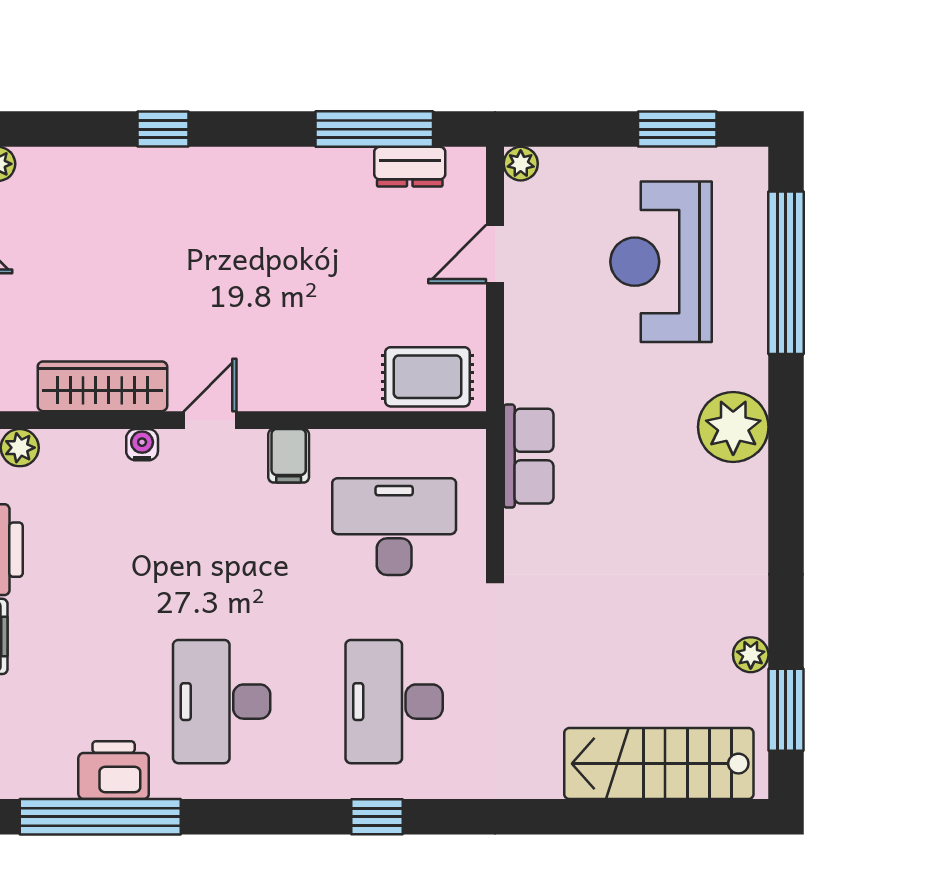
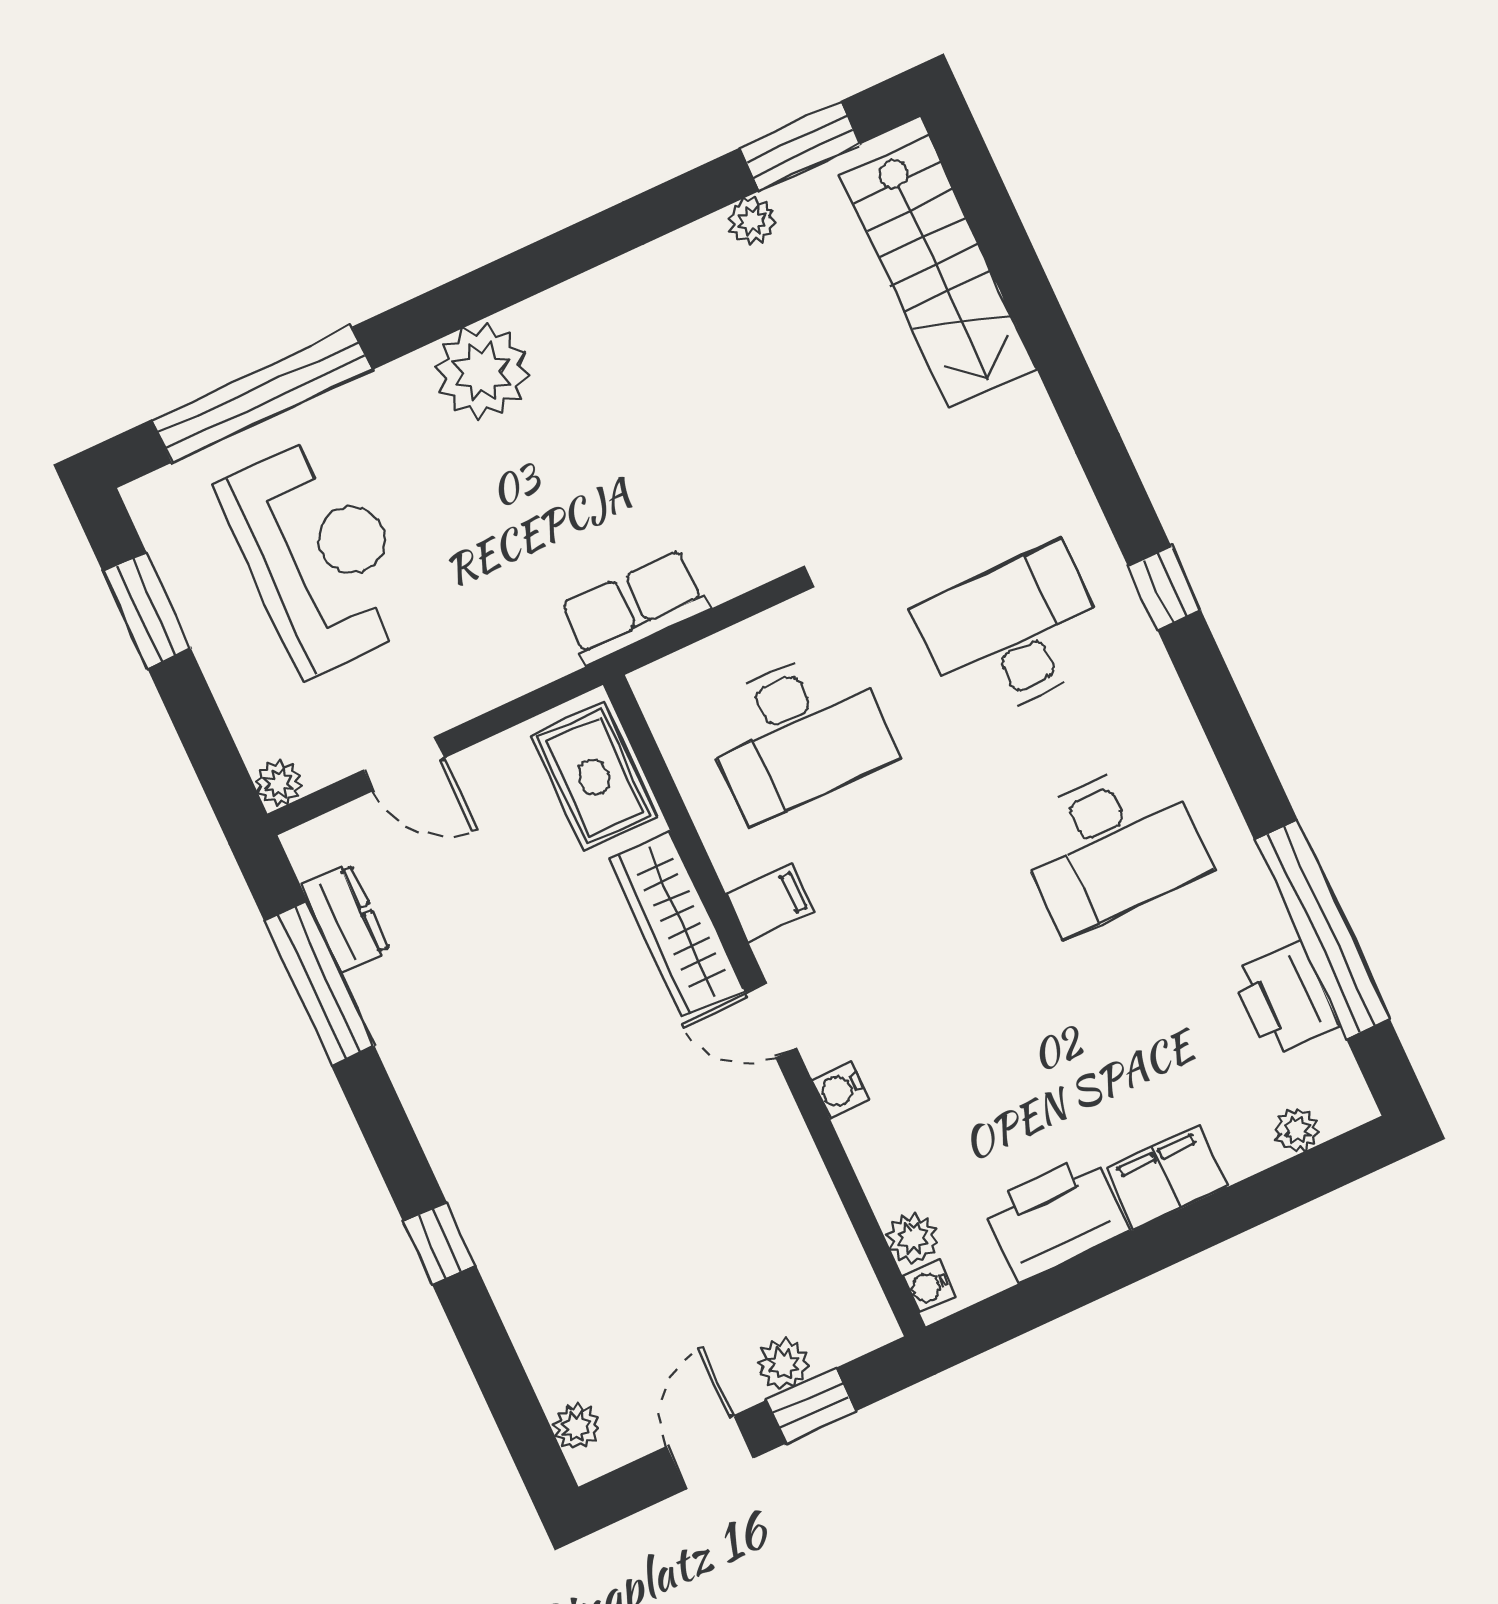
reception desk: (661, 262) -> (319, 555), turned -90
wardrobe: (102, 386) -> (676, 924), moved
desk: (394, 527) -> (797, 733), turned -90
desk: (394, 702) -> (1013, 633), turned 180
printer: (114, 770) -> (1284, 999), moved

